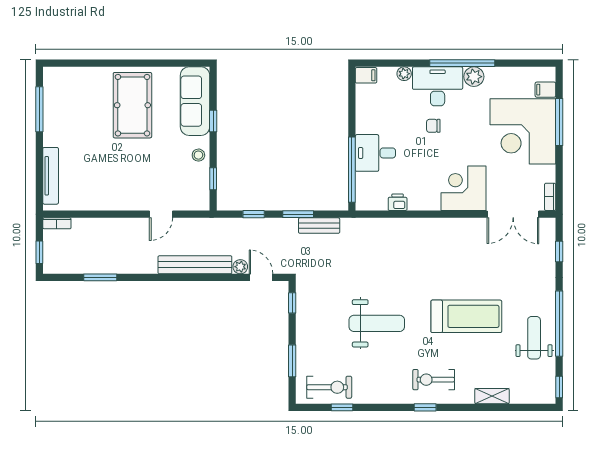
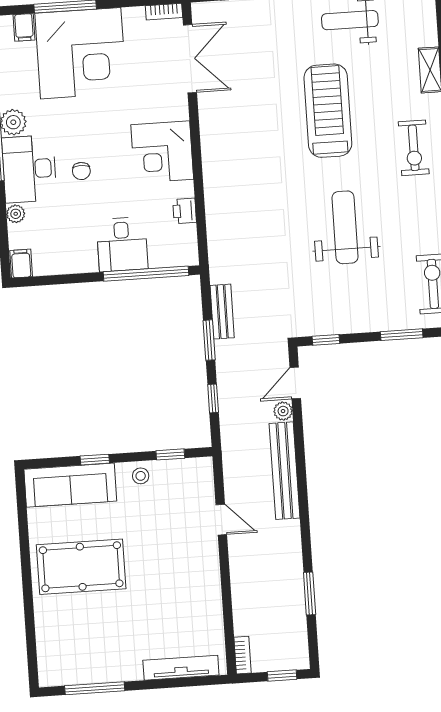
corner desk: (463, 188) -> (162, 152), moved

